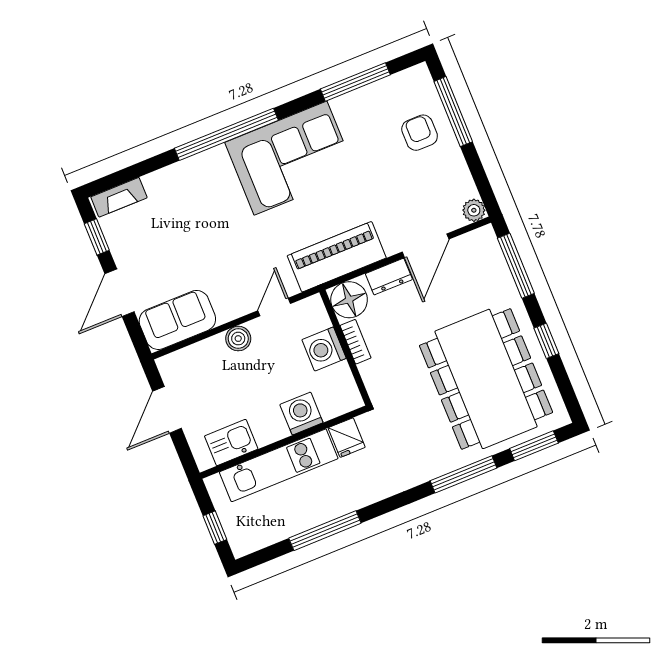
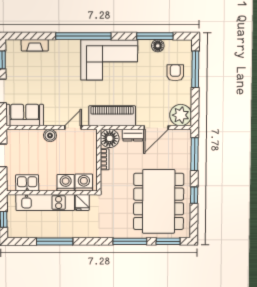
floor lamp: (368, 97) -> (158, 46), added
fireplace: (119, 197) -> (35, 45), moved
plant: (474, 210) -> (181, 115), width x1.87, depth x1.87
washing machine: (324, 349) -> (84, 182), moved, turned 90

